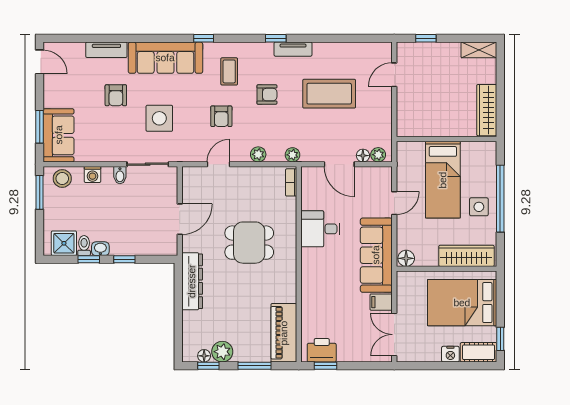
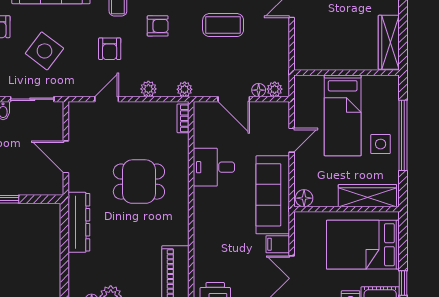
coffee table: (329, 94) -> (223, 25), width x0.73, depth x0.76
side table: (159, 118) -> (44, 51), turned 37
door: (180, 219) -> (66, 157), swing flipped

